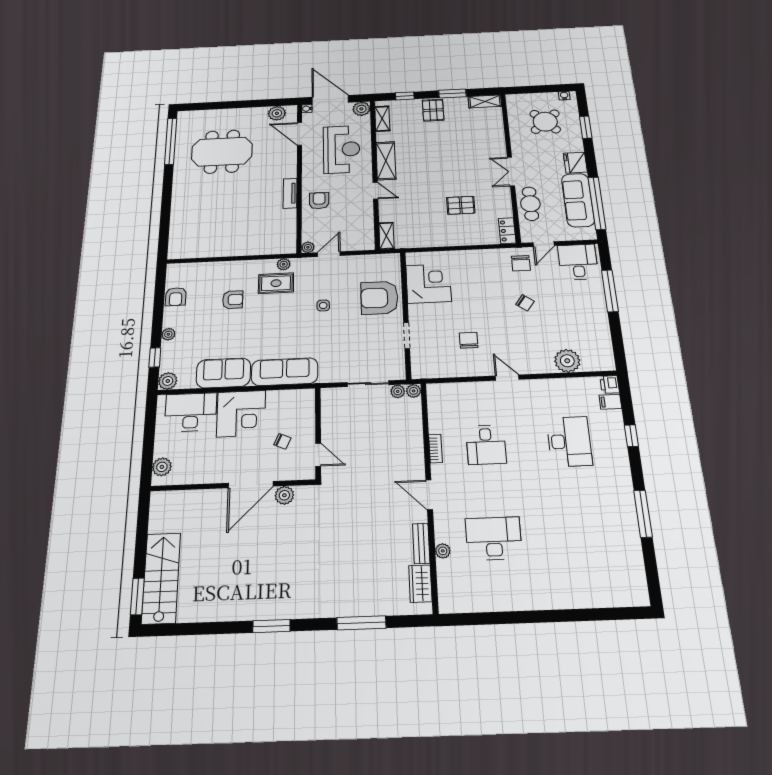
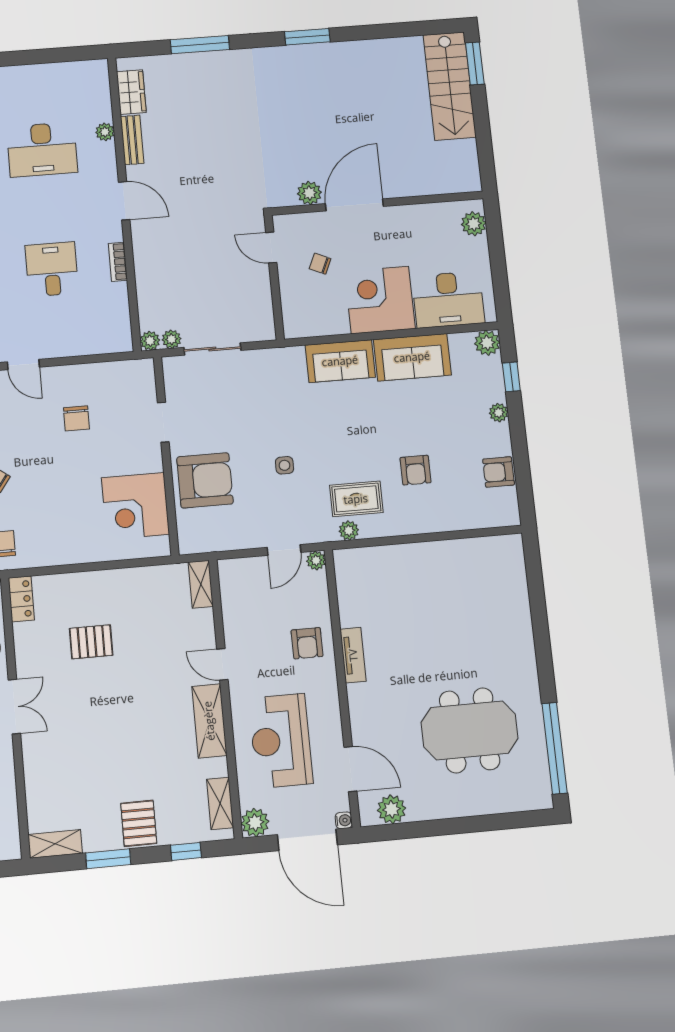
armchair: (176, 297) -> (499, 472), turned -90
armchair: (233, 300) -> (416, 470), turned -90
sofa: (285, 372) -> (340, 361), width x0.73

